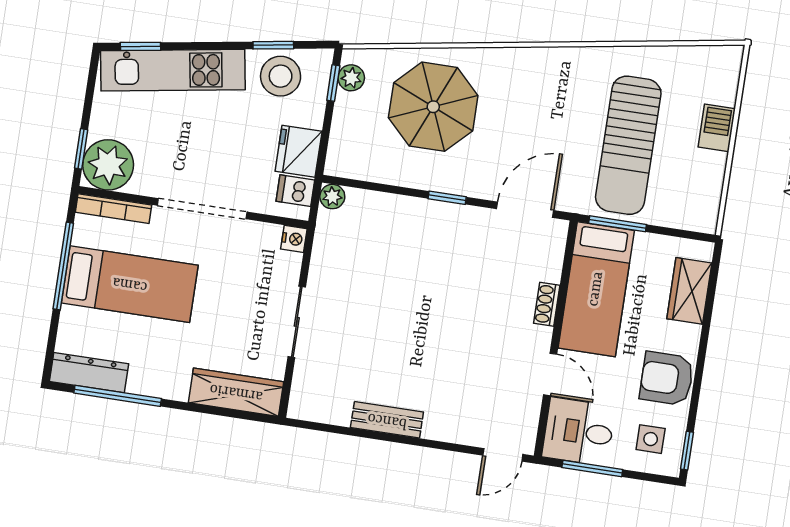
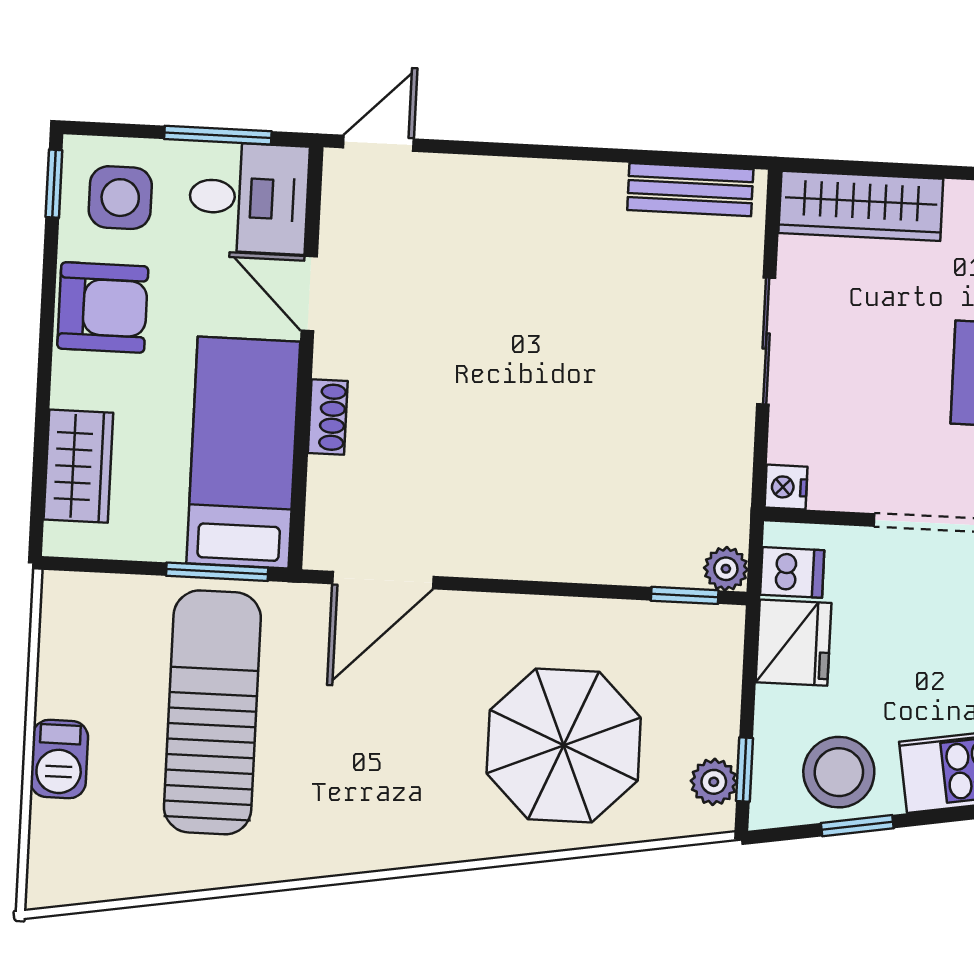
window: (447, 198) -> (685, 595), moved
bench: (387, 420) -> (690, 190), moved
side table: (651, 439) -> (120, 198), width x1.37, depth x1.37

